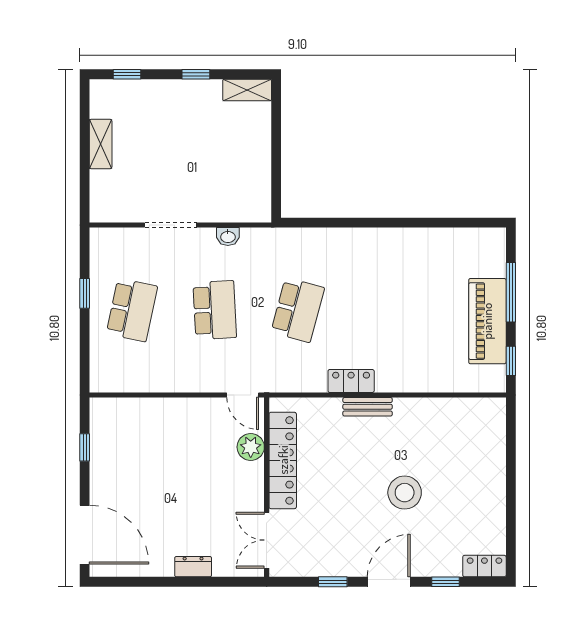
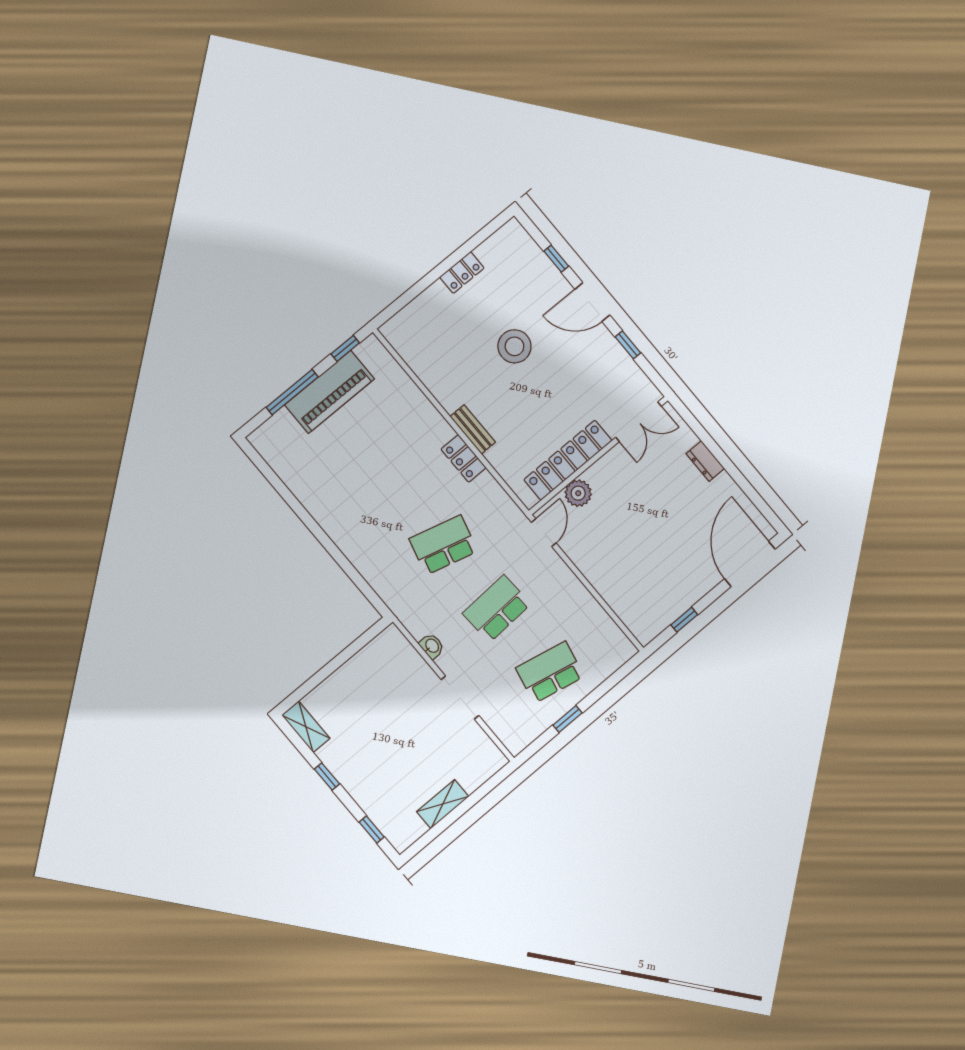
locker: (484, 566) -> (462, 272), moved, turned -90

